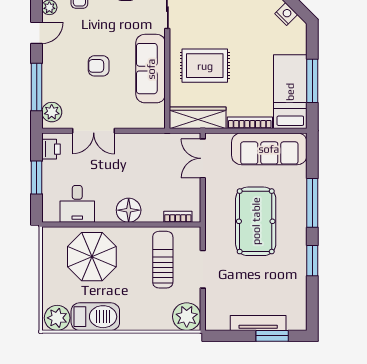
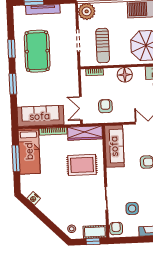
sofa: (151, 69) -> (114, 146), moved
double door: (203, 158) -> (81, 108), swing flipped
armchair: (162, 160) -> (105, 106), added
window: (312, 203) -> (13, 84), width x0.69
pool table: (256, 221) -> (37, 51), moved

